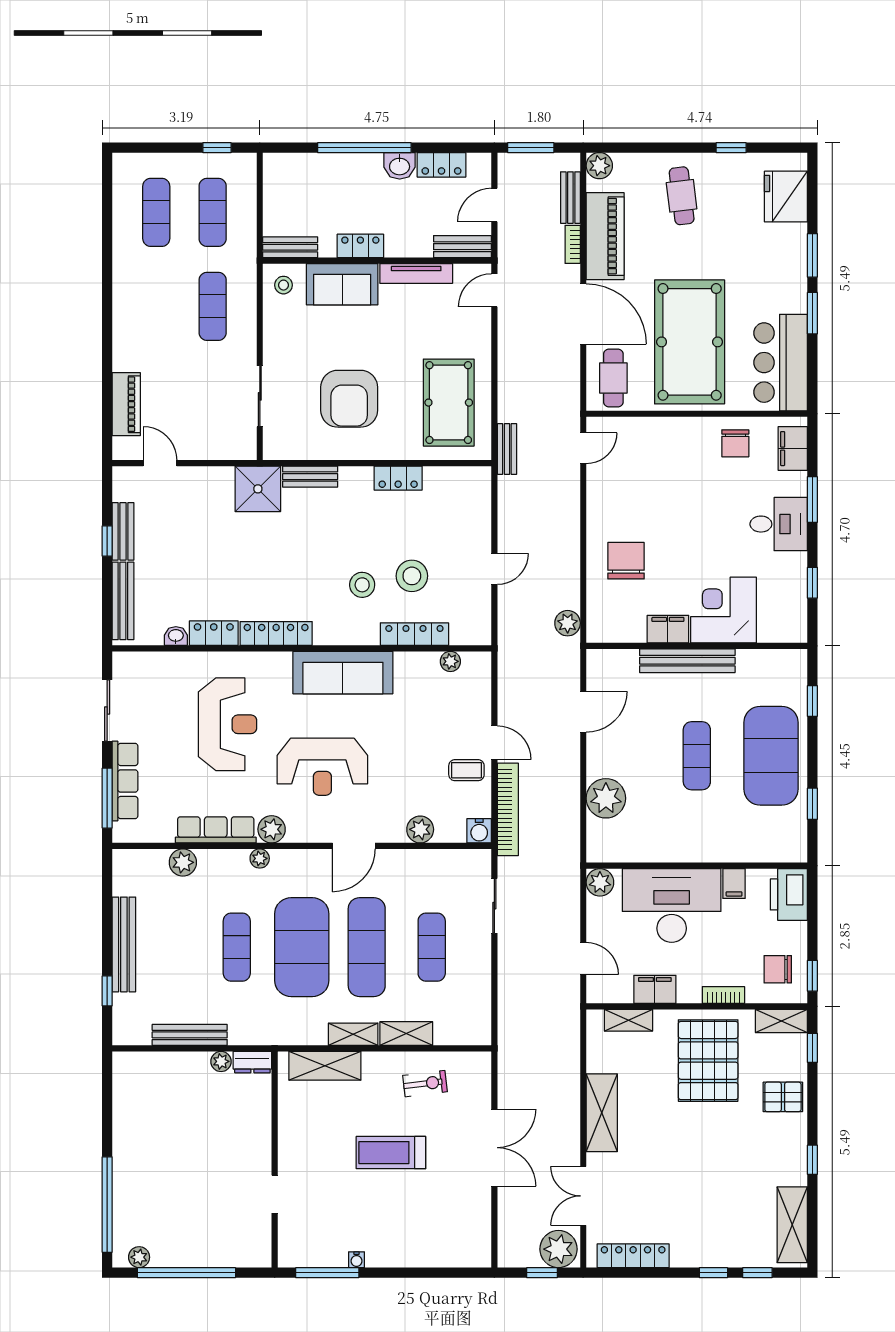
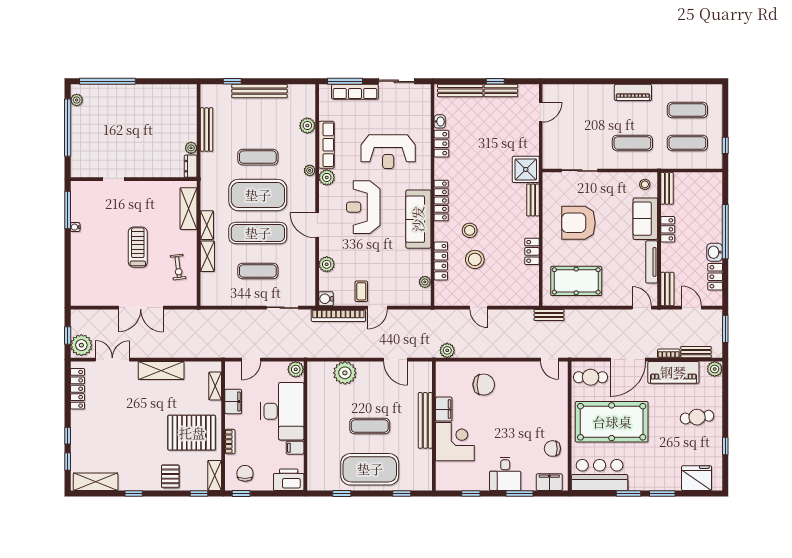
piano: (126, 404) -> (633, 92), moved
locker: (276, 633) -> (441, 200), moved

